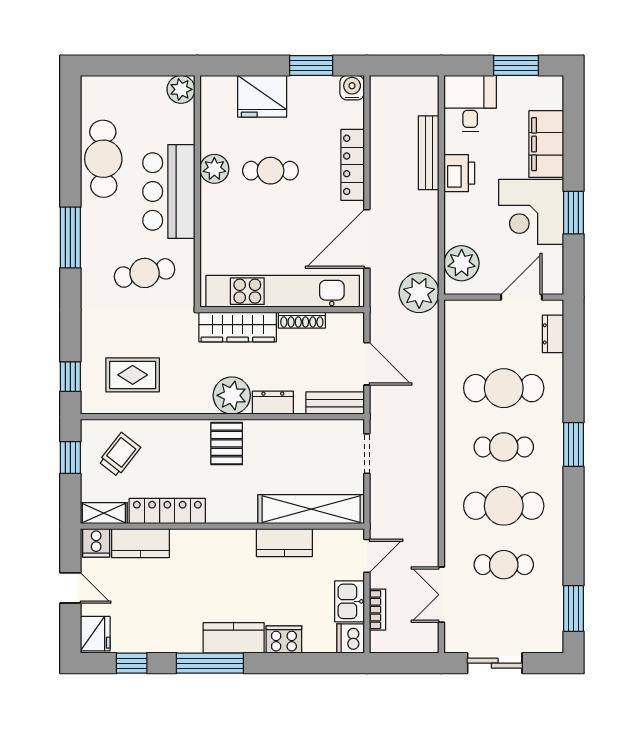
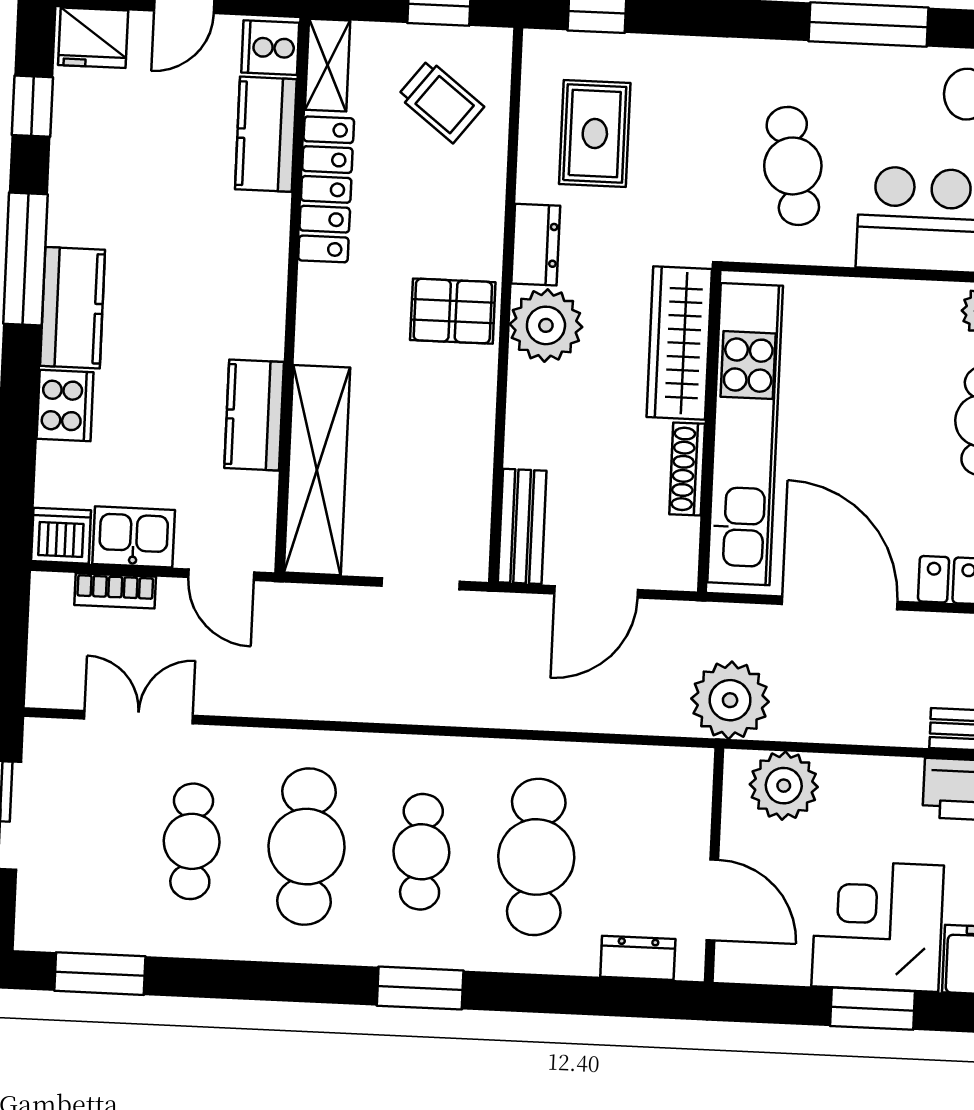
dresser: (273, 403) -> (536, 245), moved

